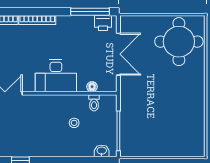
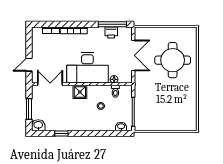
printer: (103, 23) -> (111, 33), moved
round table: (179, 42) -> (173, 60), moved
desk: (56, 76) -> (87, 68), width x1.36, depth x1.30
shower: (46, 104) -> (80, 92), added

